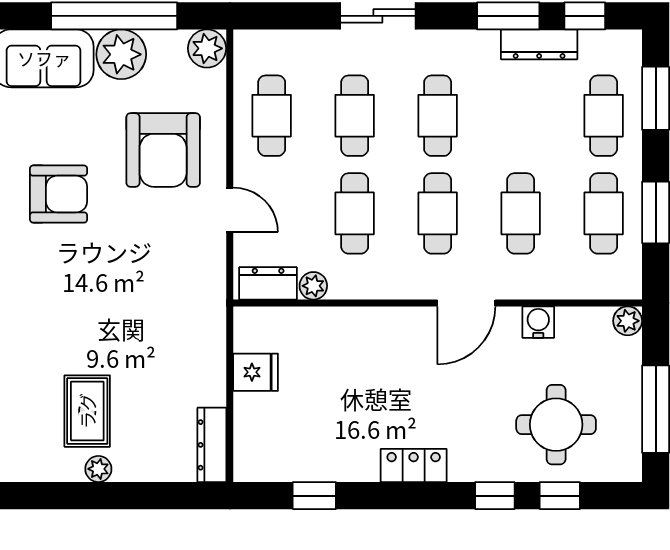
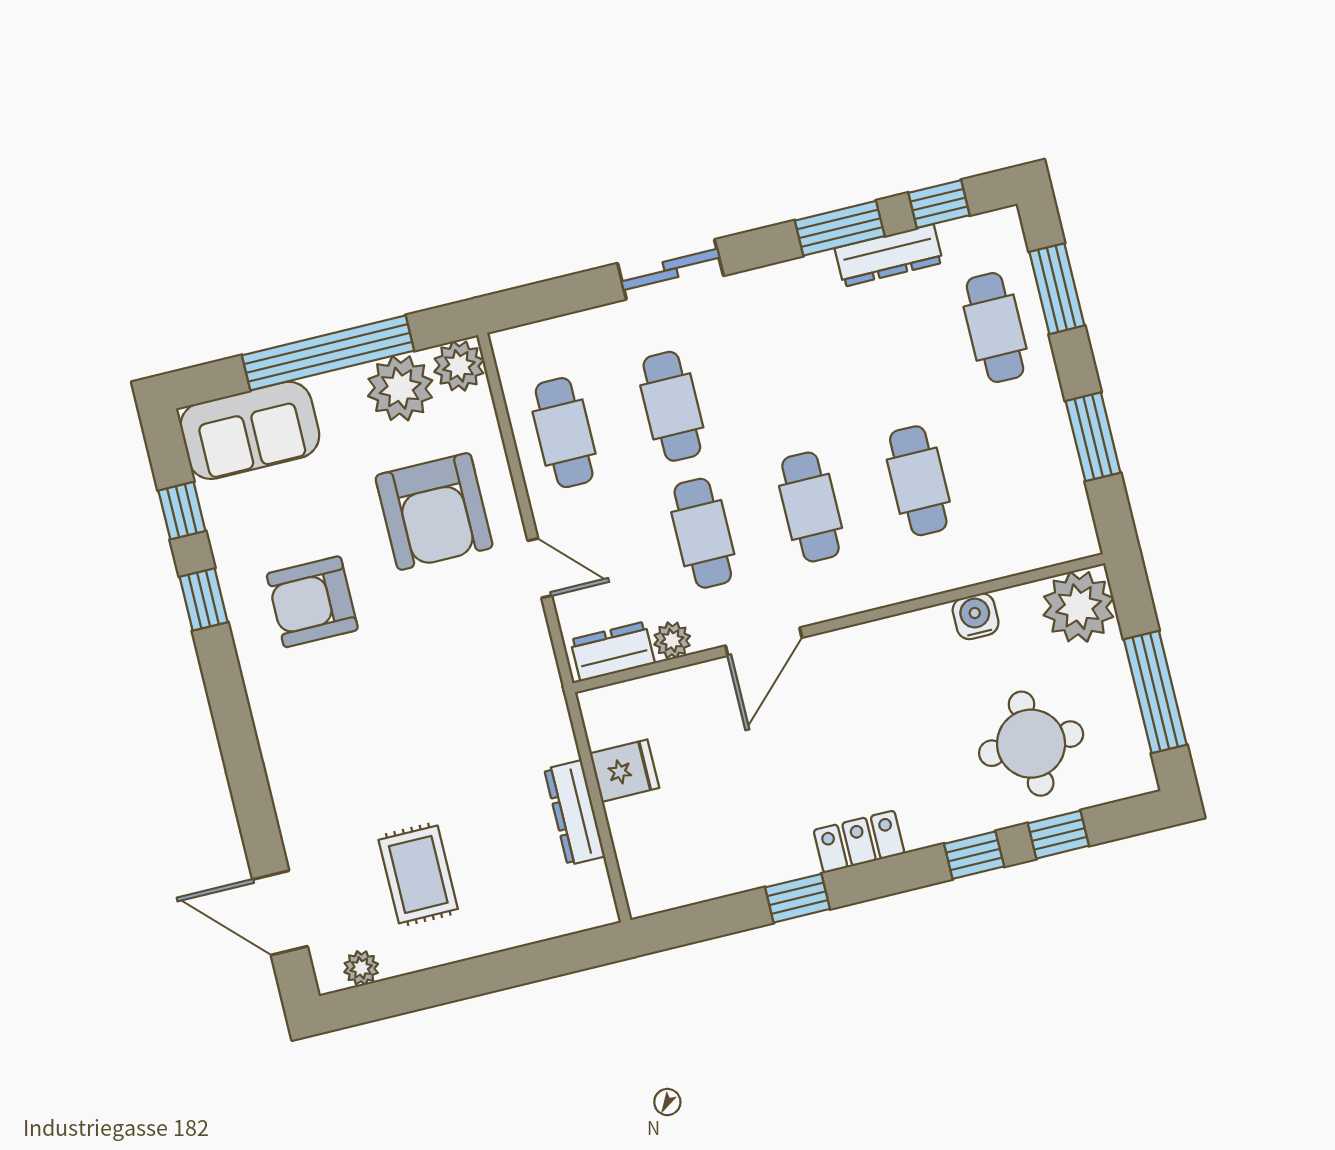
plant: (121, 54) -> (400, 388), moved
cafe table: (438, 116) -> (780, 380), removed
armchair: (59, 194) -> (312, 602), turned 180
cafe table: (604, 213) -> (1026, 454), removed
door: (466, 303) -> (764, 642), moved
plant: (628, 321) -> (1079, 607), width x1.88, depth x1.88
dresser: (212, 445) -> (575, 813), moved
plant: (98, 469) -> (361, 968), moved
window: (314, 496) -> (798, 898), moved

